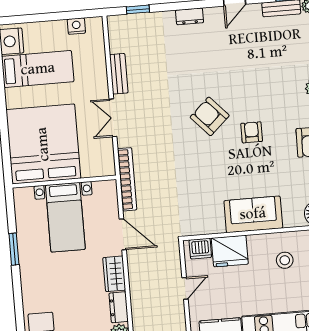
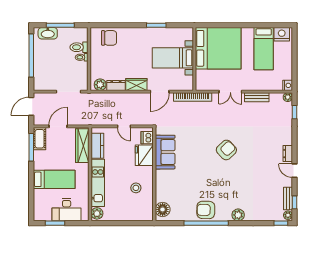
dresser: (190, 16) -> (288, 154), moved
plant: (114, 23) -> (288, 97), added
nightstand: (76, 26) -> (288, 85), moved
double door: (113, 118) -> (230, 92), swing flipped
armchair: (252, 132) -> (215, 174), removed
sofa: (253, 214) -> (165, 152), moved

